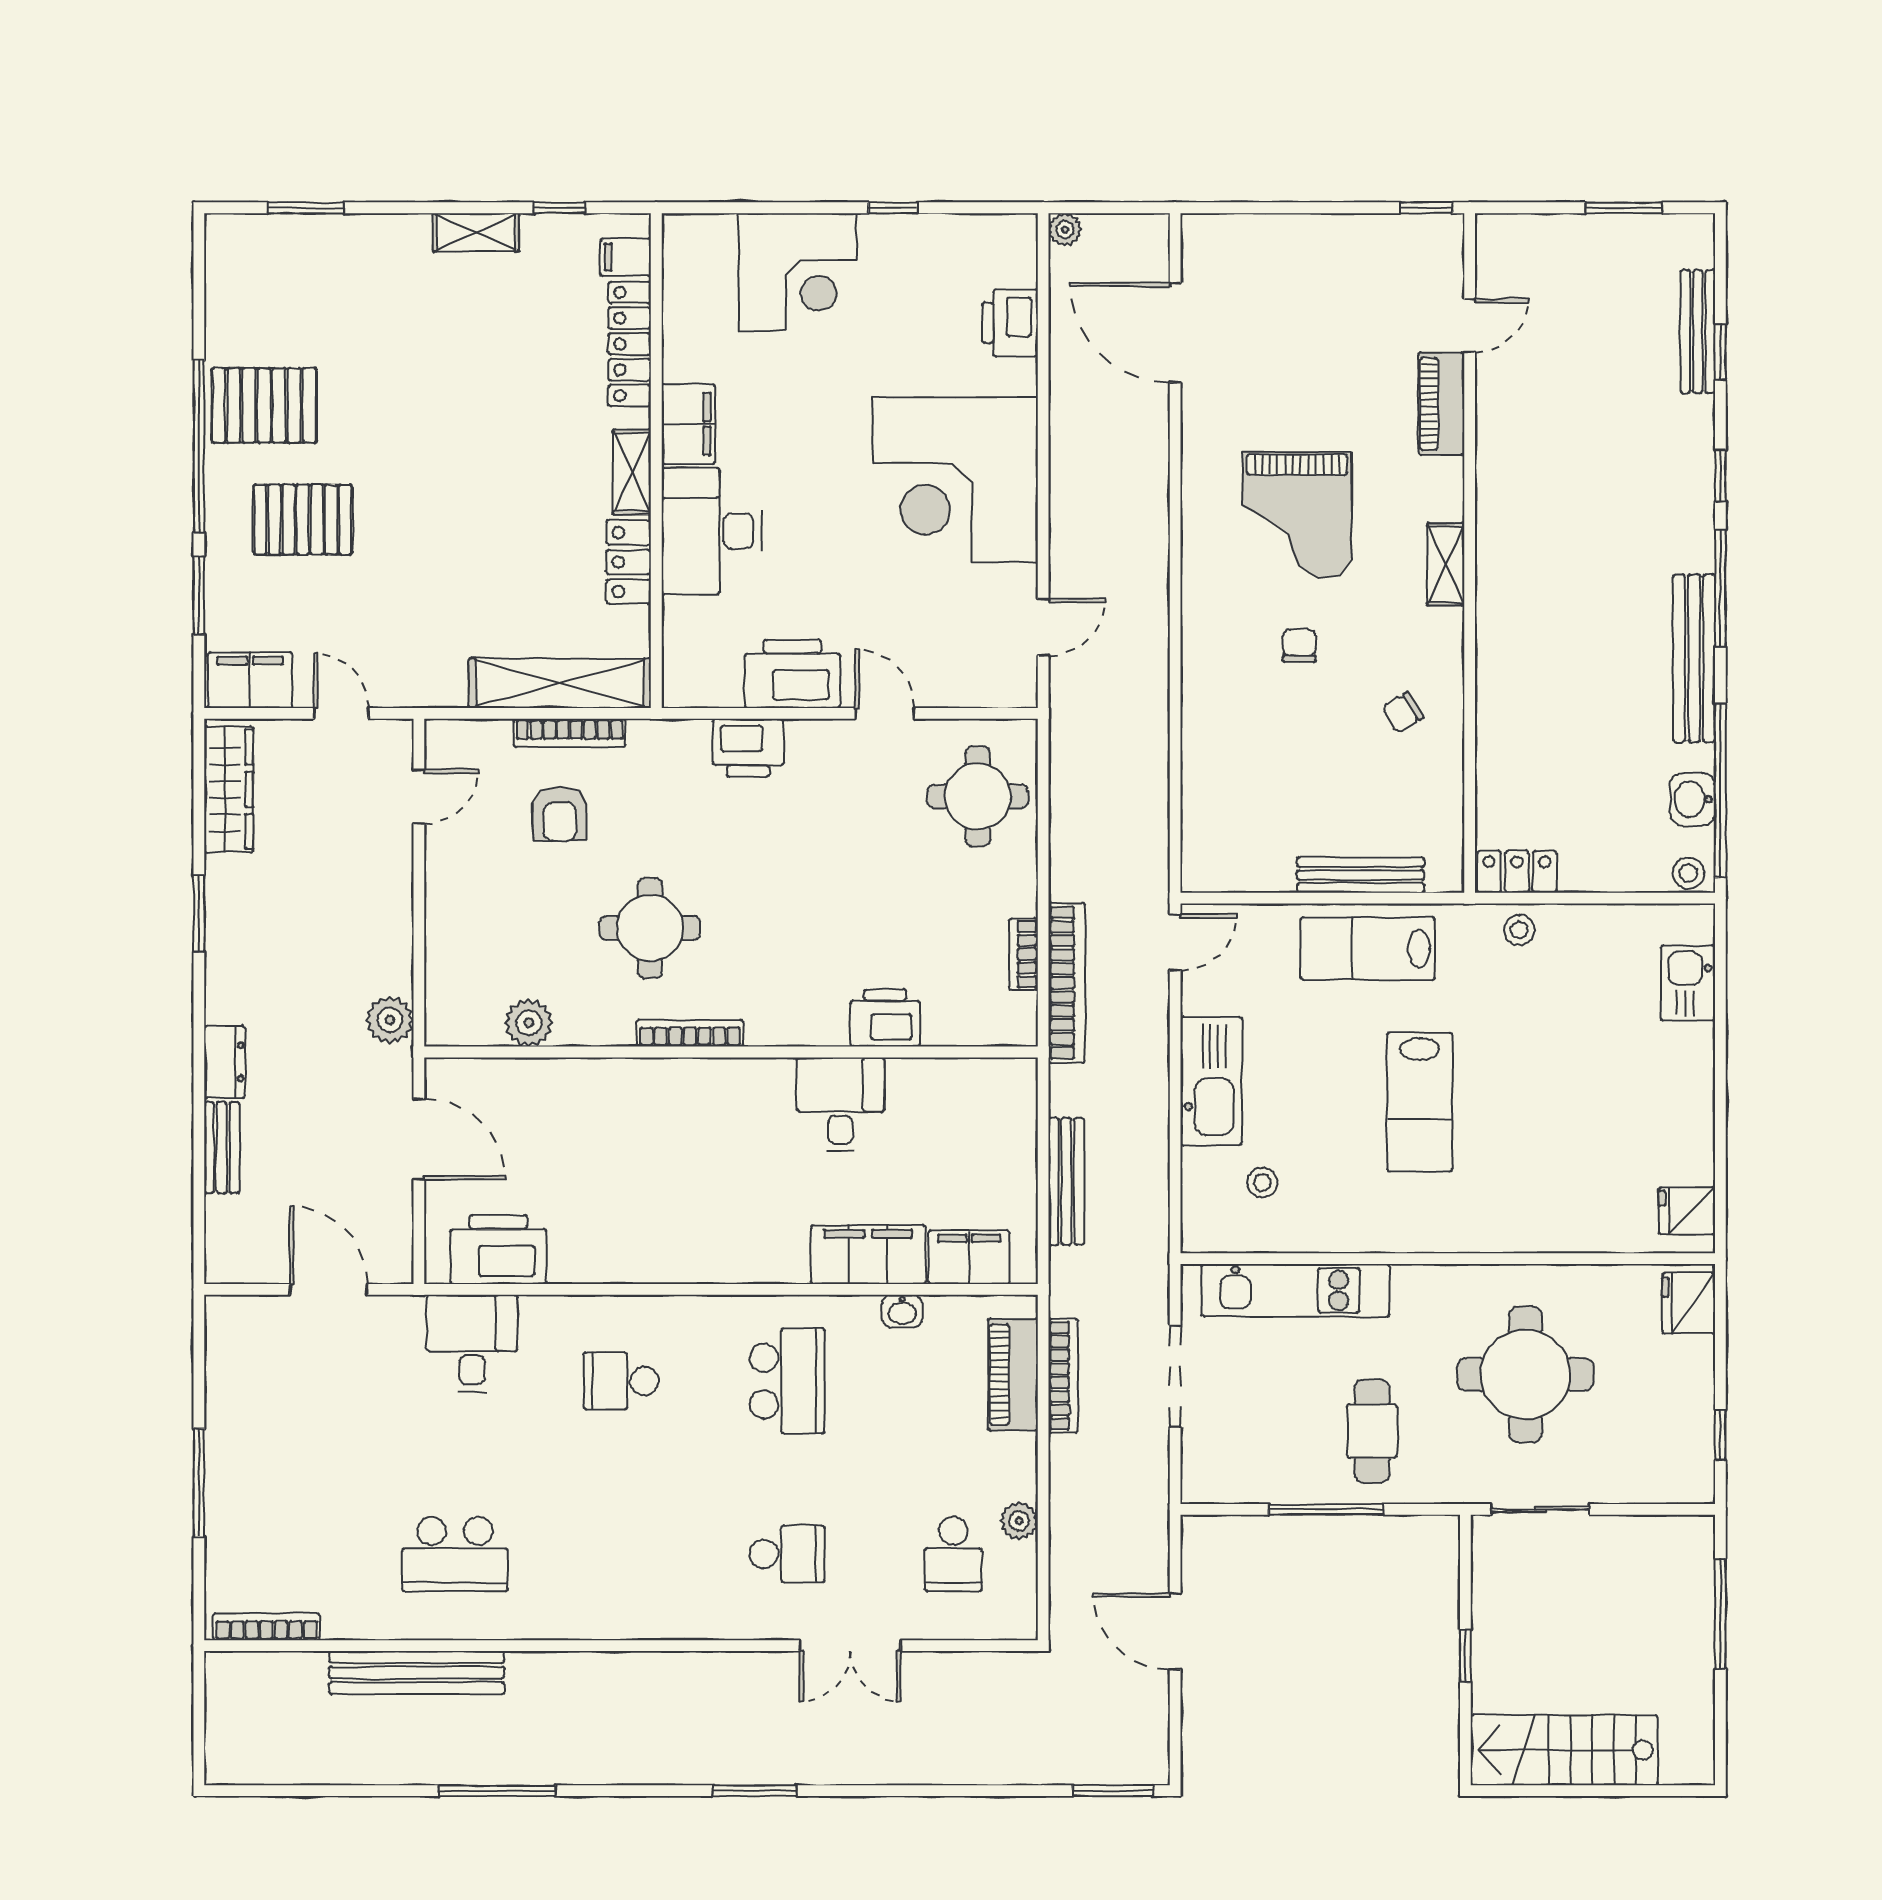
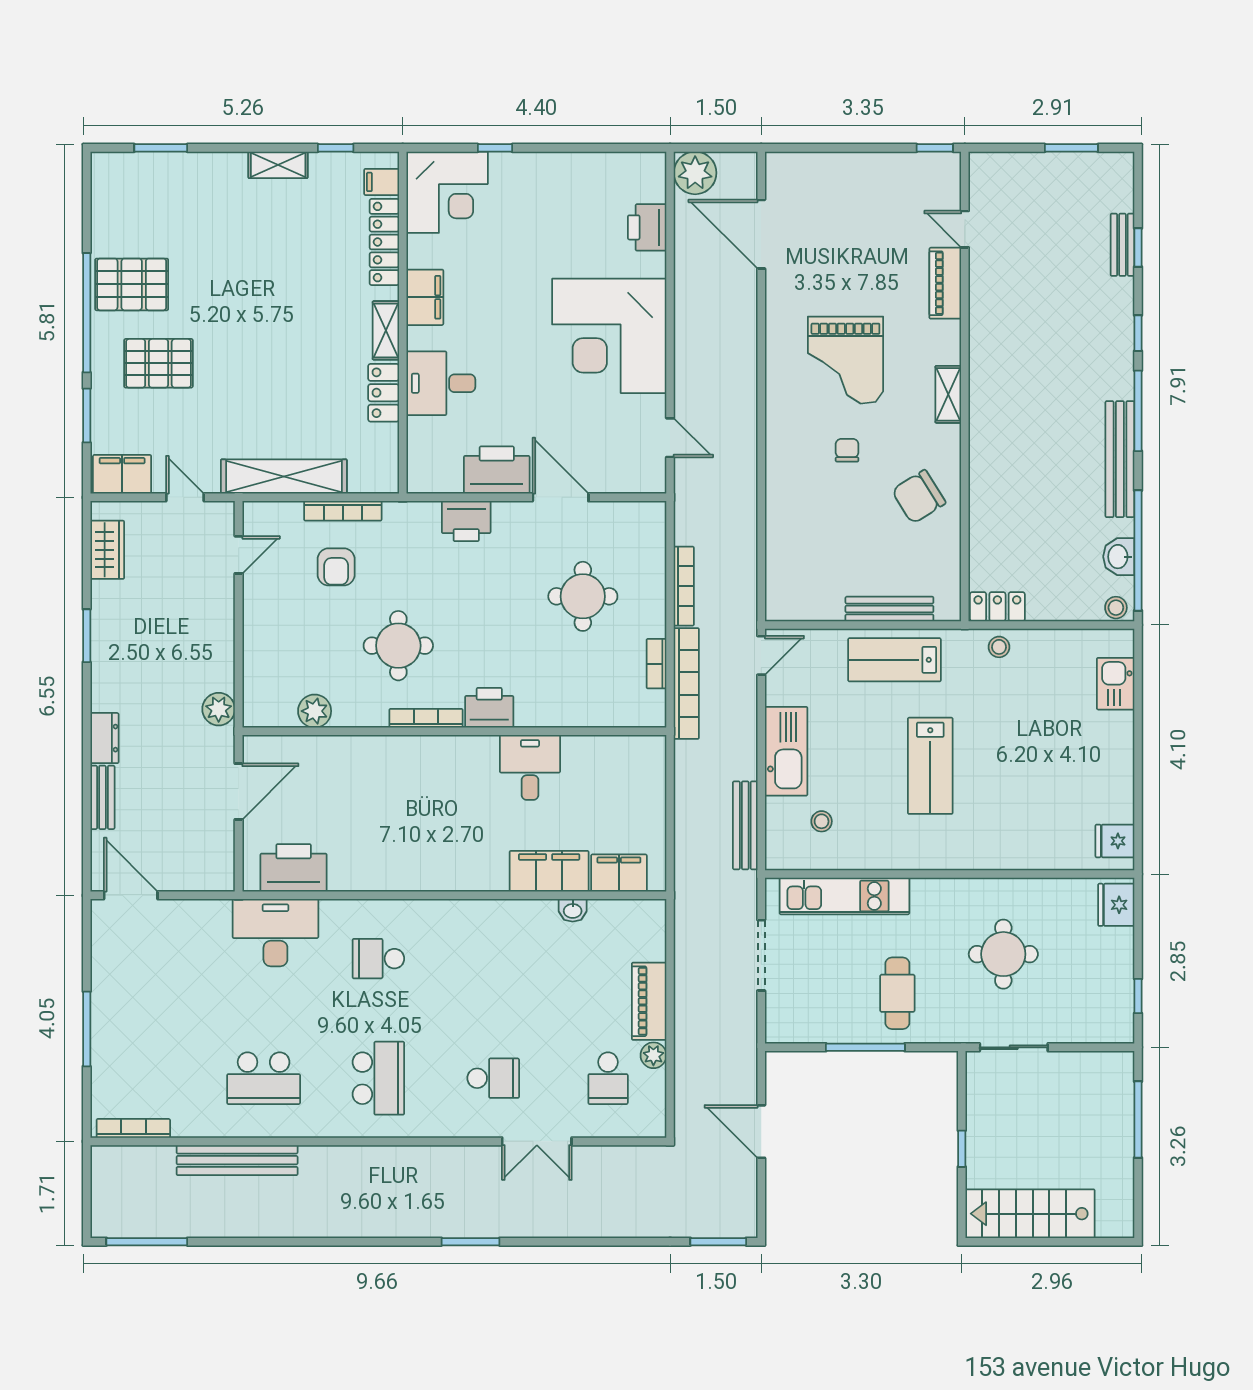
window: (893, 208) -> (495, 148), moved
plant: (1065, 230) -> (695, 173), width x1.88, depth x1.88
corner desk: (797, 272) -> (447, 192), moved
door: (1470, 325) -> (965, 229), swing flipped
bench: (1698, 332) -> (1122, 245), width x0.73
desk: (711, 531) -> (441, 383), width x0.73
door: (1043, 627) -> (670, 438), hinge flipped
shelving: (560, 683) -> (284, 476), moved
door: (885, 713) -> (561, 497), width x1.38
chair: (1403, 713) -> (919, 497), width x1.87, depth x1.87
wardrobe: (229, 789) -> (107, 550), width x0.67
round table: (978, 796) -> (583, 596), moved
printer: (885, 1018) -> (489, 708), moved
door: (419, 1139) -> (239, 791), hinge flipped
bench: (1066, 1181) -> (745, 825), moved
door: (329, 1289) -> (131, 895), moved
desk: (472, 1343) -> (275, 933), width x1.37
piano: (1013, 1375) -> (649, 1001), moved
round table: (1525, 1375) -> (1003, 954), width x0.73, depth x0.73
bookcase: (1063, 1376) -> (684, 586), moved
school desk: (787, 1381) -> (378, 1078), moved
window: (497, 1791) -> (147, 1242), moved

